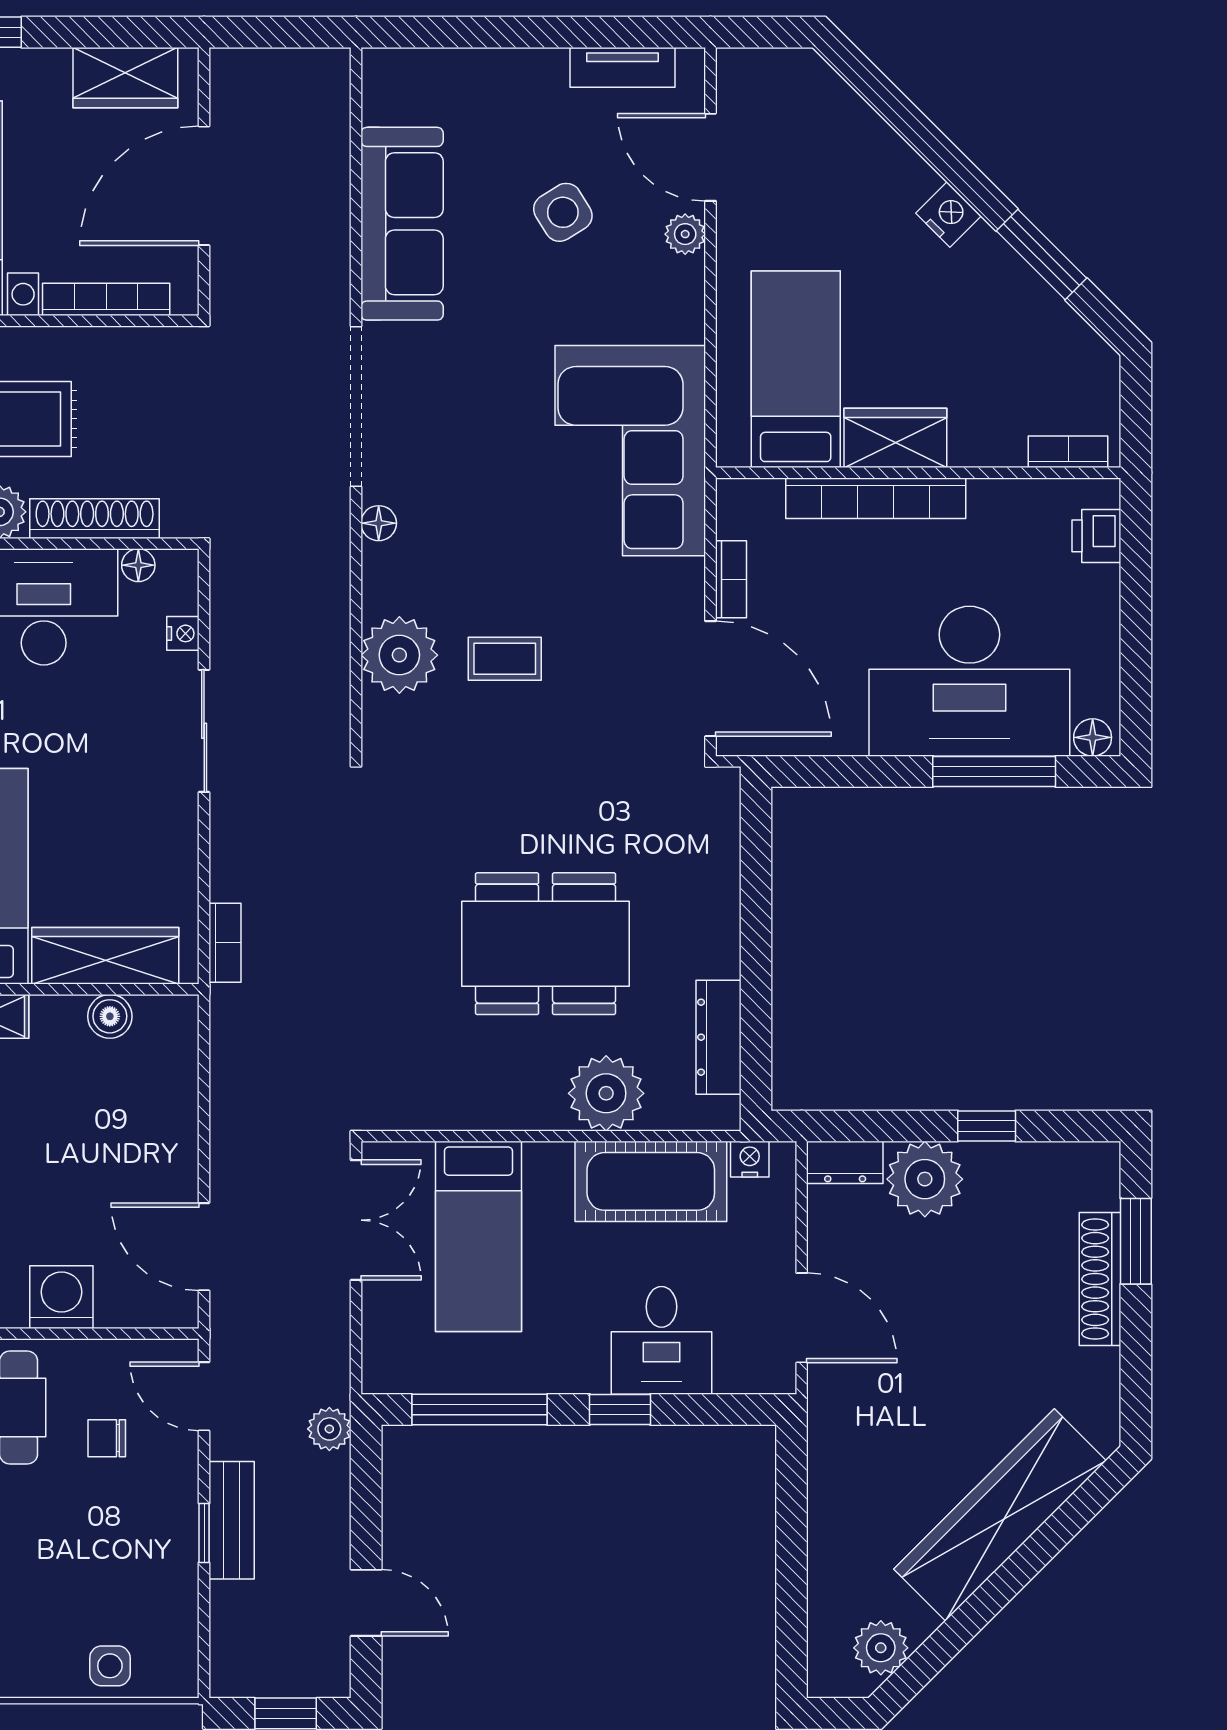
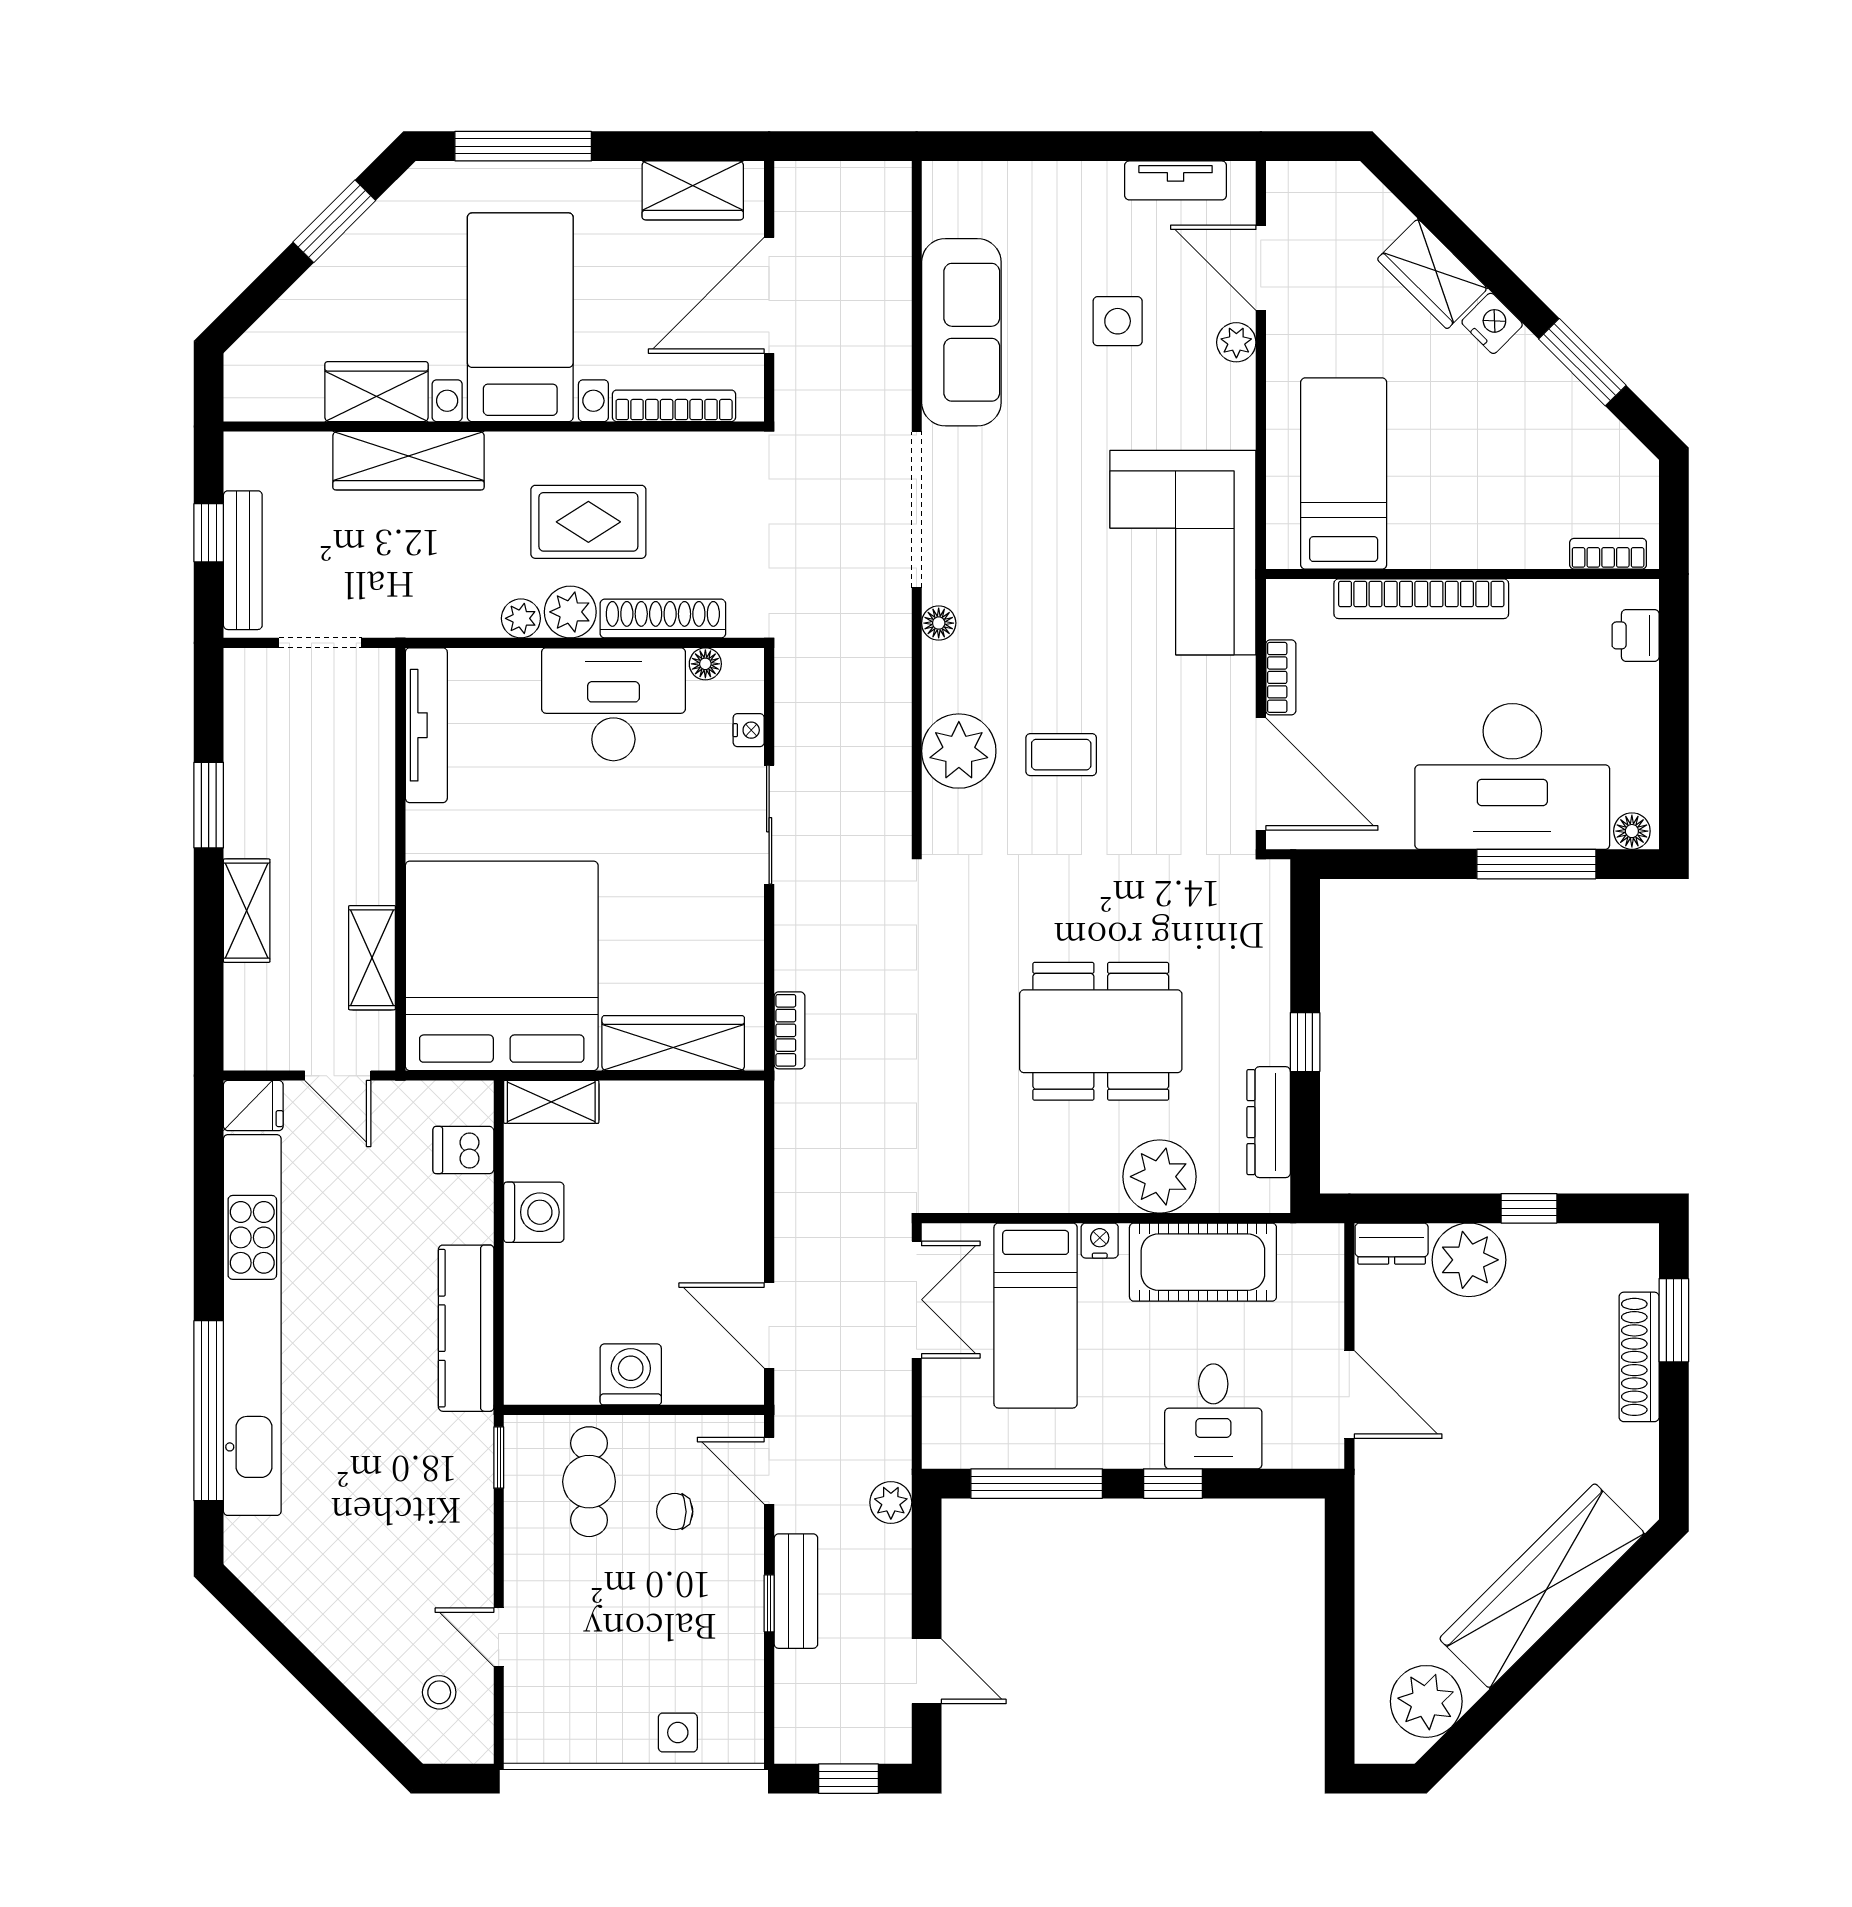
side table: (563, 212) -> (1118, 321), turned 32
wardrobe: (895, 438) -> (1432, 274), moved, turned -135
window: (756, 955) -> (1305, 1042), added
boiler: (110, 1016) -> (678, 1102), removed
nightstand: (750, 1159) -> (1100, 1241), moved
plant: (881, 1648) -> (1426, 1701), width x1.36, depth x1.36

